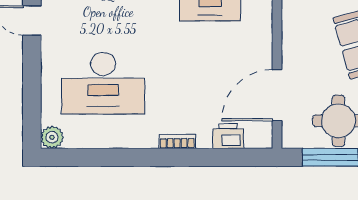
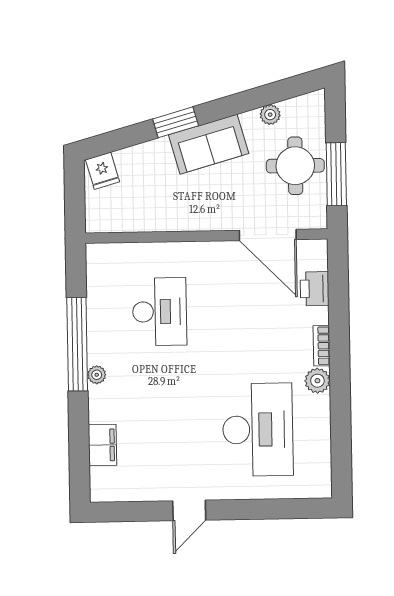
plant: (52, 137) -> (317, 381), moved

